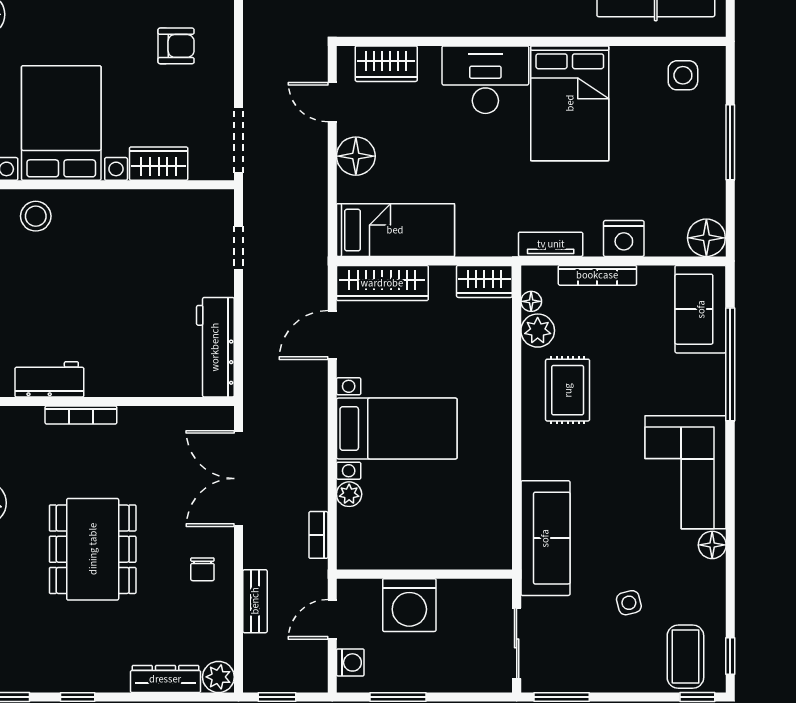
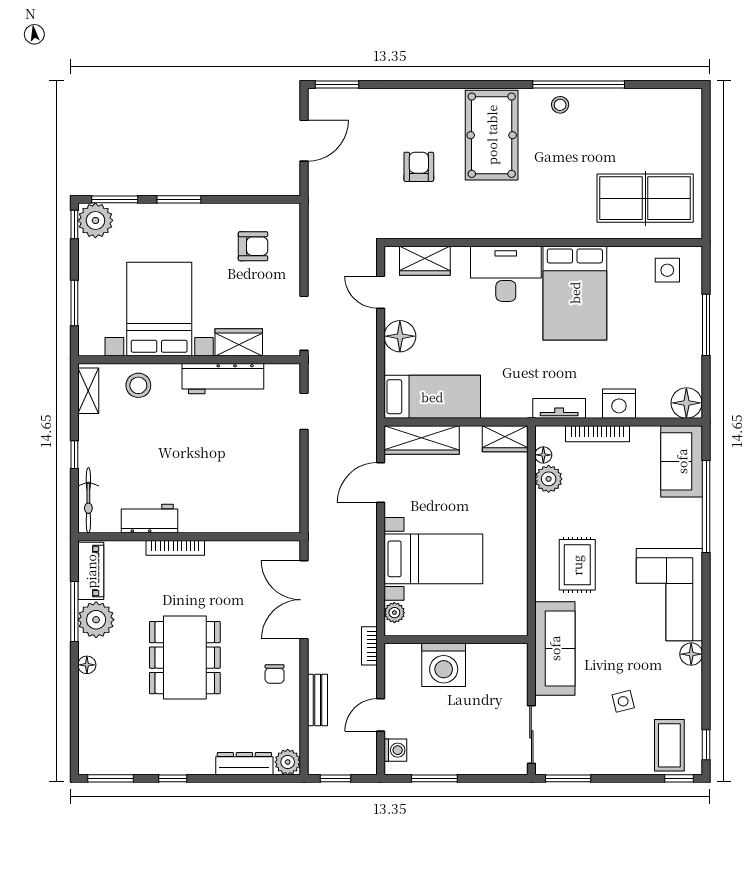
workbench: (215, 347) -> (223, 379), moved, turned -90
rug: (568, 390) -> (577, 565), moved
wall: (424, 574) -> (456, 640), moved
washing machine: (409, 605) -> (444, 665), moved

